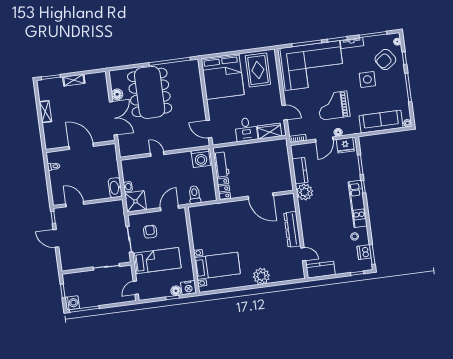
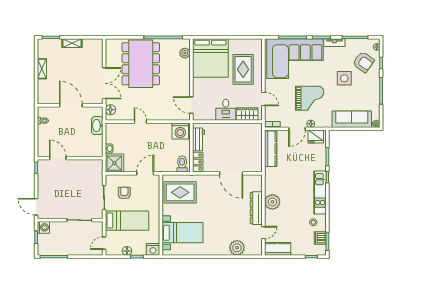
armchair: (385, 59) -> (363, 62), turned -109
rug: (258, 70) -> (243, 69), moved
plant: (195, 75) -> (185, 53), added
floor lamp: (117, 94) -> (110, 110), moved
grand piano: (333, 106) -> (310, 98), turned 180
kitchen counter: (300, 171) -> (271, 149), width x1.50
washbasin: (115, 188) -> (97, 126), moved
plant: (305, 192) -> (272, 202), moved
toilet: (195, 195) -> (182, 164), moved
rug: (209, 223) -> (180, 192), added
door: (56, 238) -> (36, 207), moved
door: (303, 254) -> (263, 233), hinge flipped
plant: (261, 276) -> (237, 248), moved
floor lamp: (176, 291) -> (127, 251), moved
washing machine: (72, 303) -> (43, 227), moved

